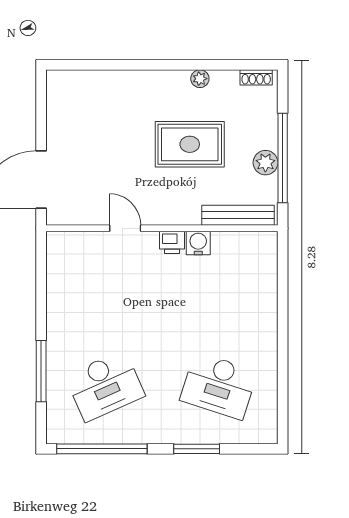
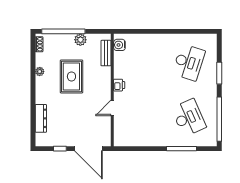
dresser: (103, 81) -> (41, 118), added
window: (41, 120) -> (60, 149), added
window: (283, 158) -> (63, 31), moved
bench: (238, 215) -> (106, 53), width x0.73
water cooler: (198, 243) -> (119, 45), moved

